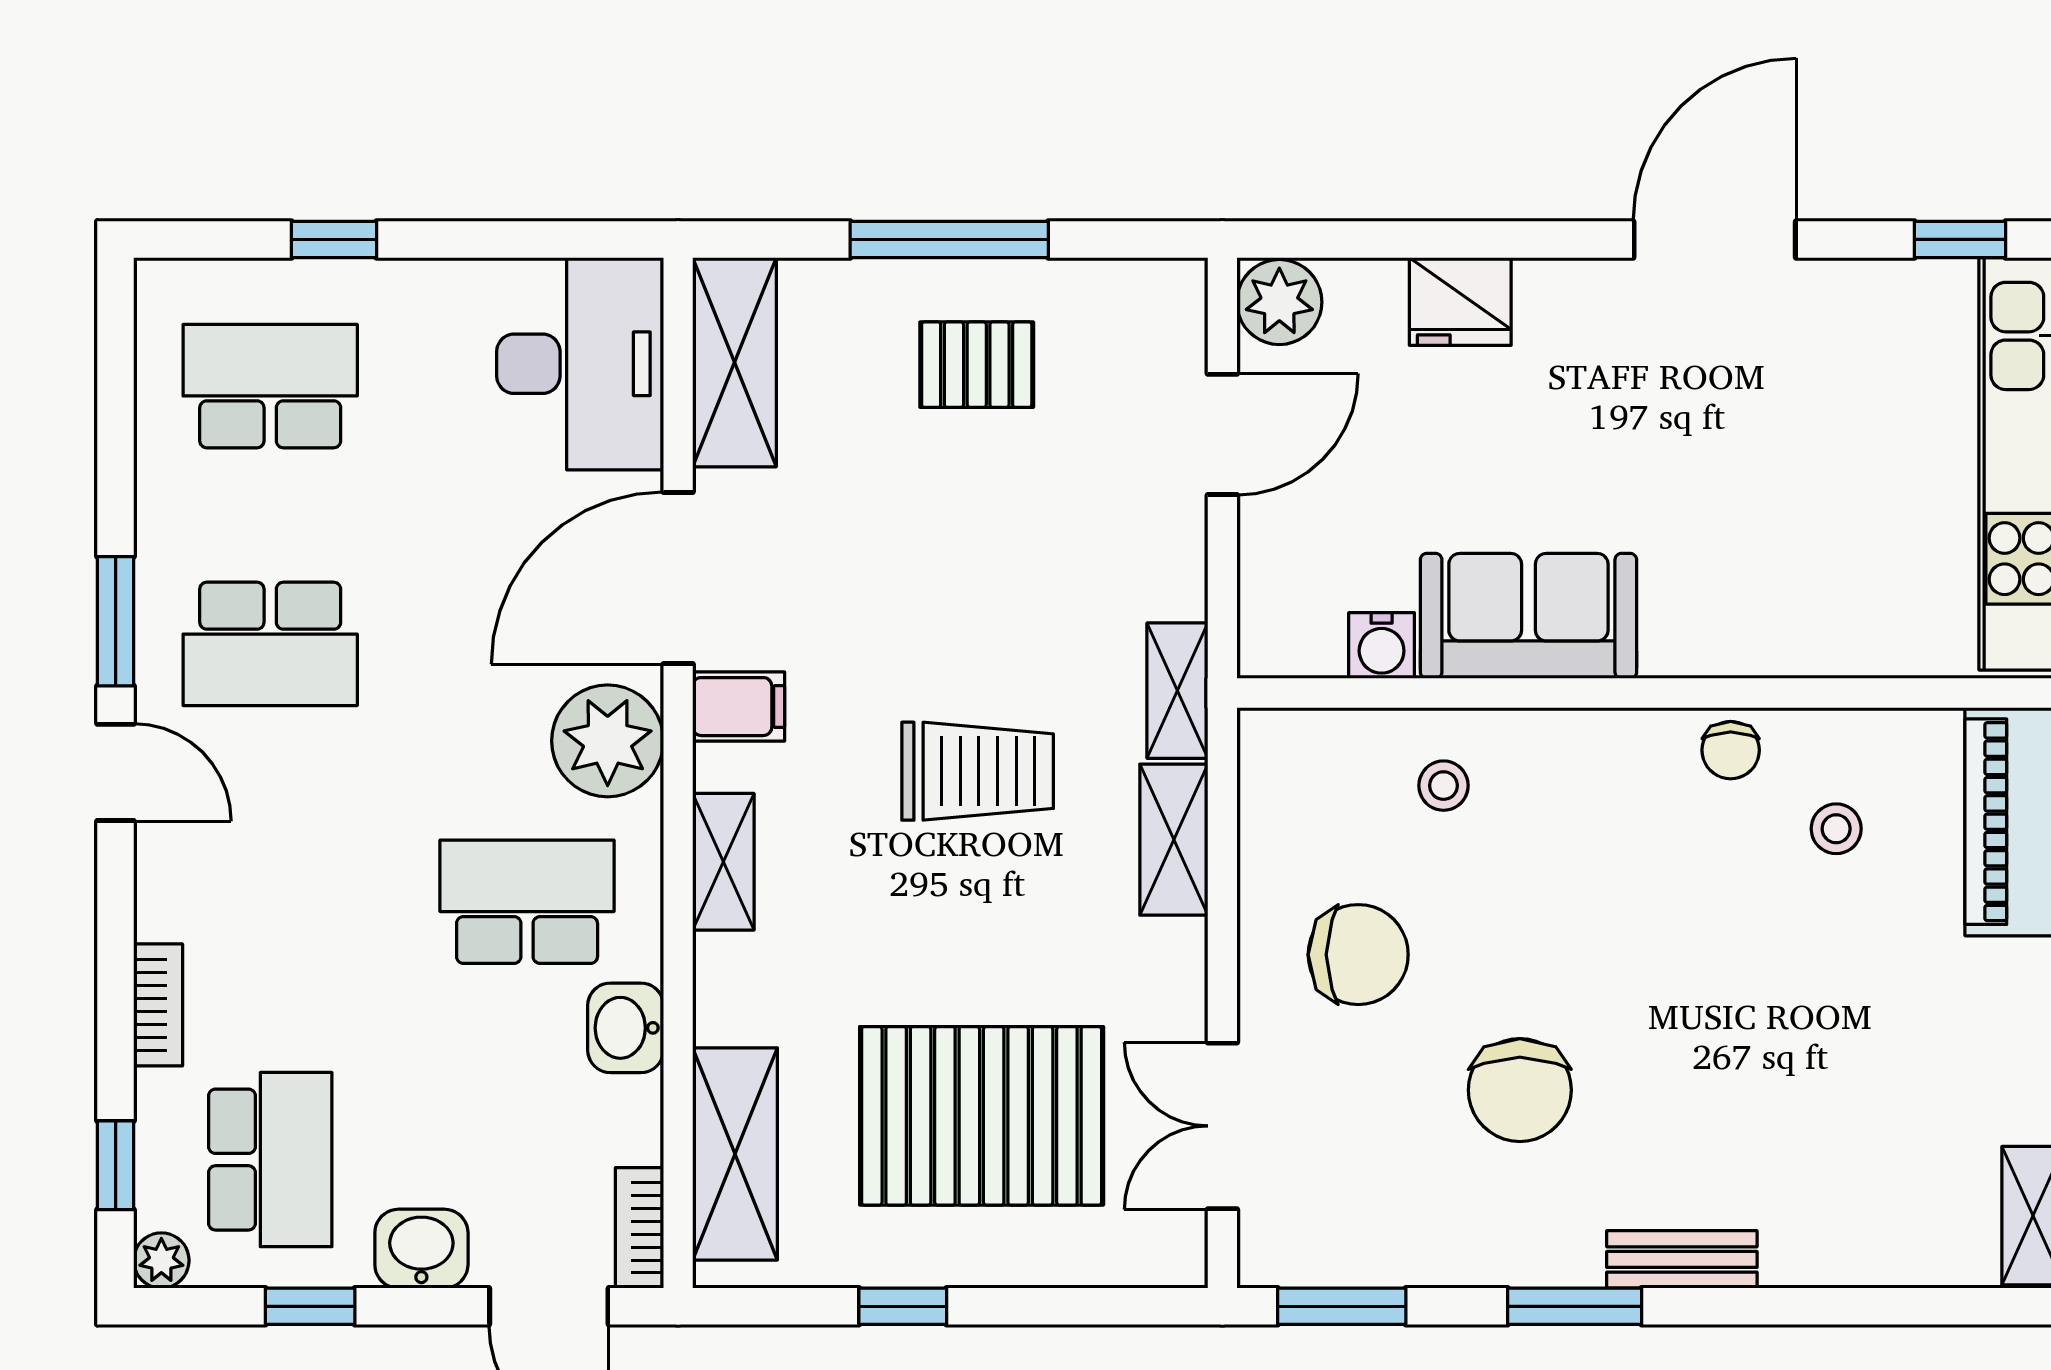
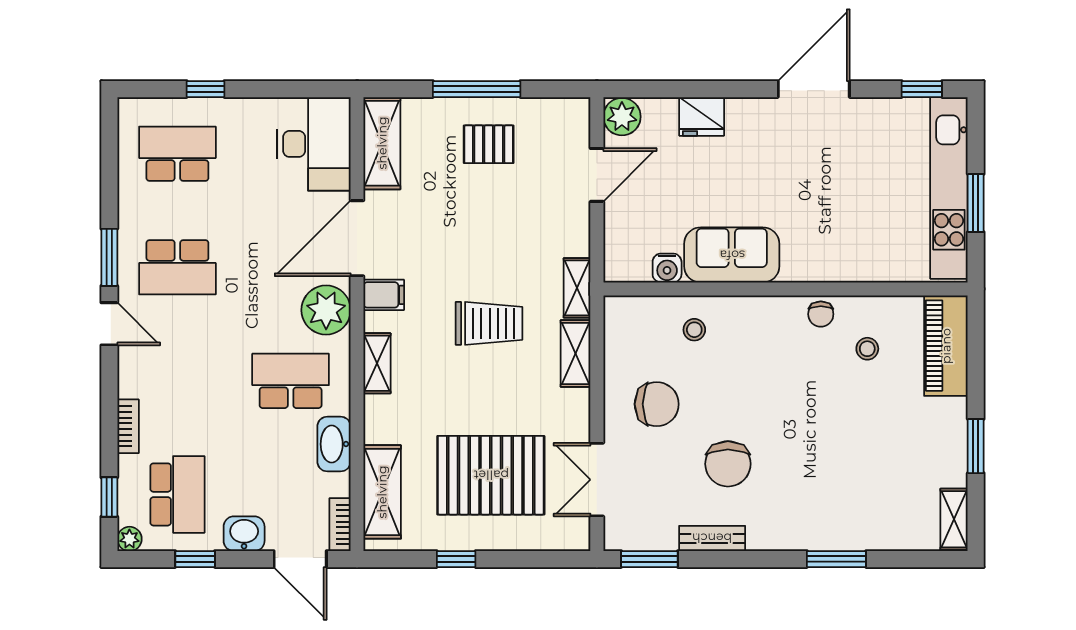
washbasin: (626, 1028) -> (334, 444), width x1.38
bench: (1682, 1259) -> (712, 538), moved
window: (1575, 1306) -> (836, 559), moved

